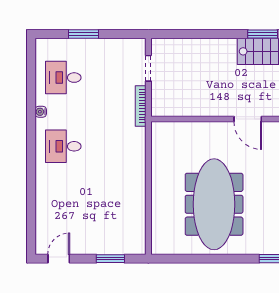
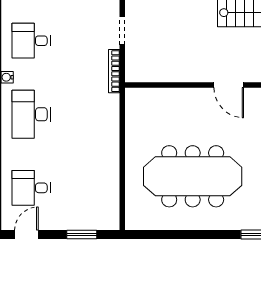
desk: (63, 146) -> (31, 114), width x1.37
meeting table: (214, 204) -> (193, 176), turned 90
desk: (63, 215) -> (31, 188), added

